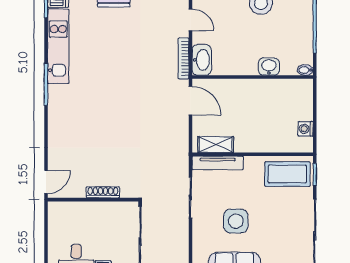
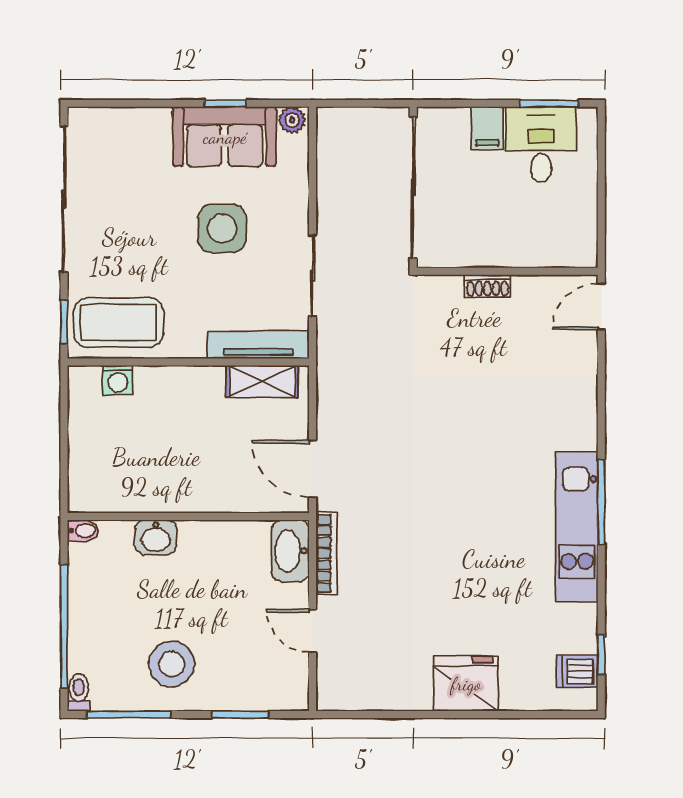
kitchen unit: (58, 46) -> (577, 527), moved
washing machine: (306, 129) -> (118, 380), moved, turned 90
shoe rack: (103, 192) -> (488, 286), width x0.70

